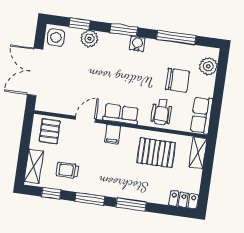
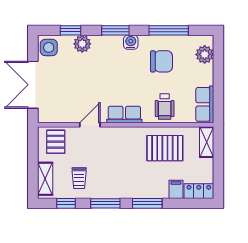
chair: (177, 80) -> (161, 61), moved
filing cabinet: (113, 134) -> (176, 189), moved, turned 180
trolley: (67, 170) -> (79, 178), turned -90

